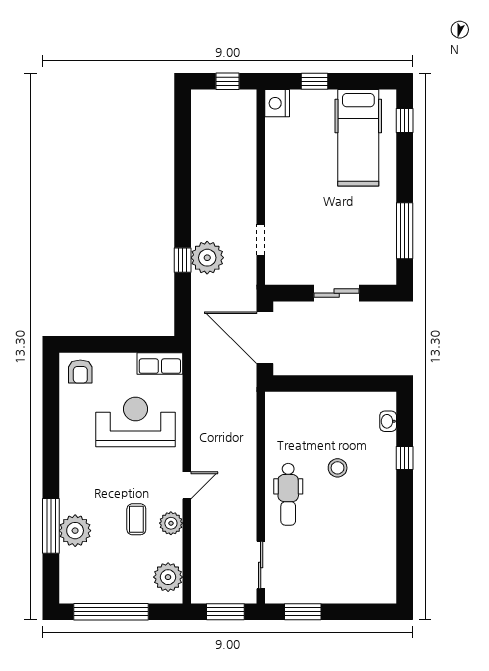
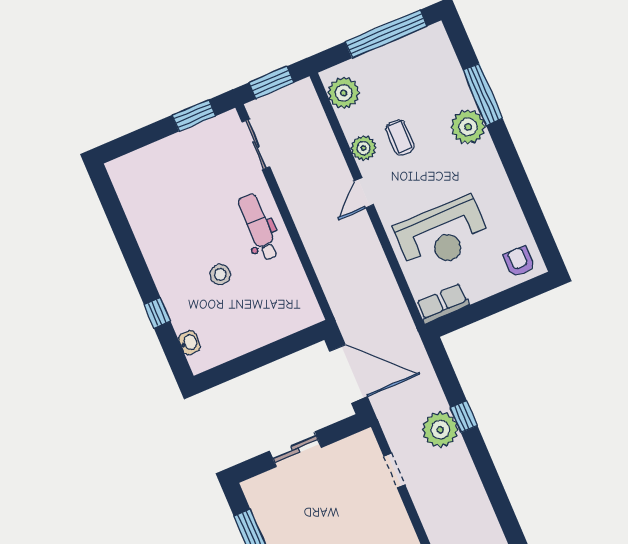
plant: (75, 531) -> (468, 127), moved

